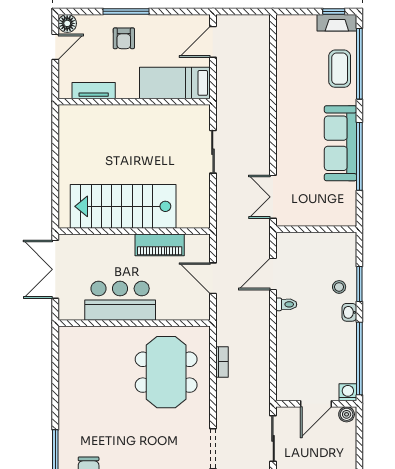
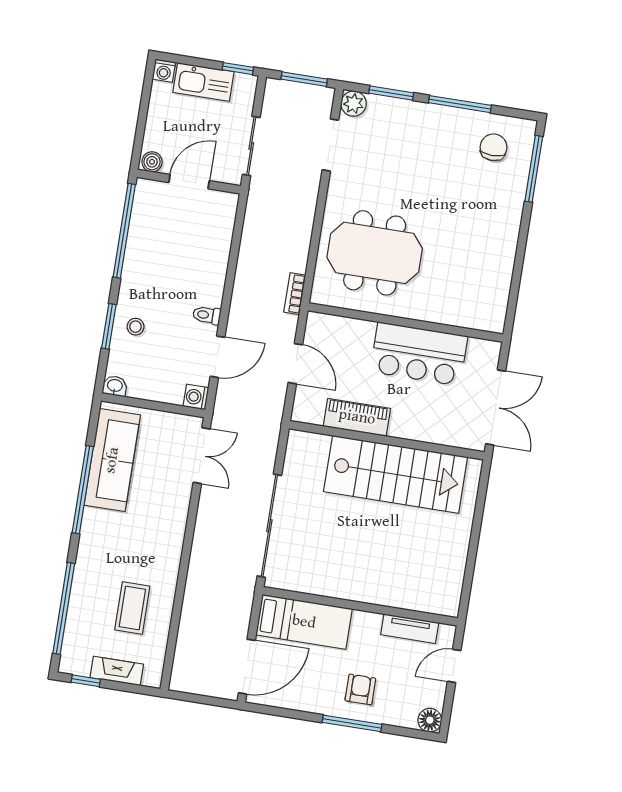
fireplace: (337, 23) -> (117, 671), moved
door: (213, 42) -> (247, 667), width x1.36
door: (55, 47) -> (454, 666), moved
coffee table: (340, 69) -> (132, 608), moved
sofa: (341, 143) -> (112, 460), moved
sliding door: (213, 152) -> (269, 526), width x1.86
washbasin: (349, 312) -> (115, 386), moved, turned -90
bookcase: (222, 362) -> (295, 294), moved
meeting table: (166, 372) -> (375, 253), turned 90
washing machine: (348, 392) -> (196, 397), moved, turned 90

